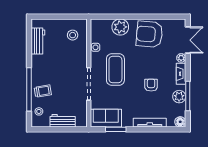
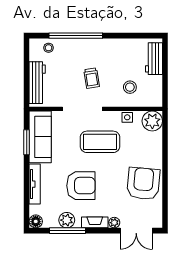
plant: (120, 27) -> (152, 121), moved
stool: (73, 35) -> (130, 87), moved
workbench: (38, 41) -> (154, 59), moved, turned 90
armchair: (151, 85) -> (81, 186), width x1.88, depth x1.88
trolley: (43, 91) -> (92, 78), moved
sofa: (106, 118) -> (40, 137), width x1.36
workbench: (63, 121) -> (37, 83), width x1.38

